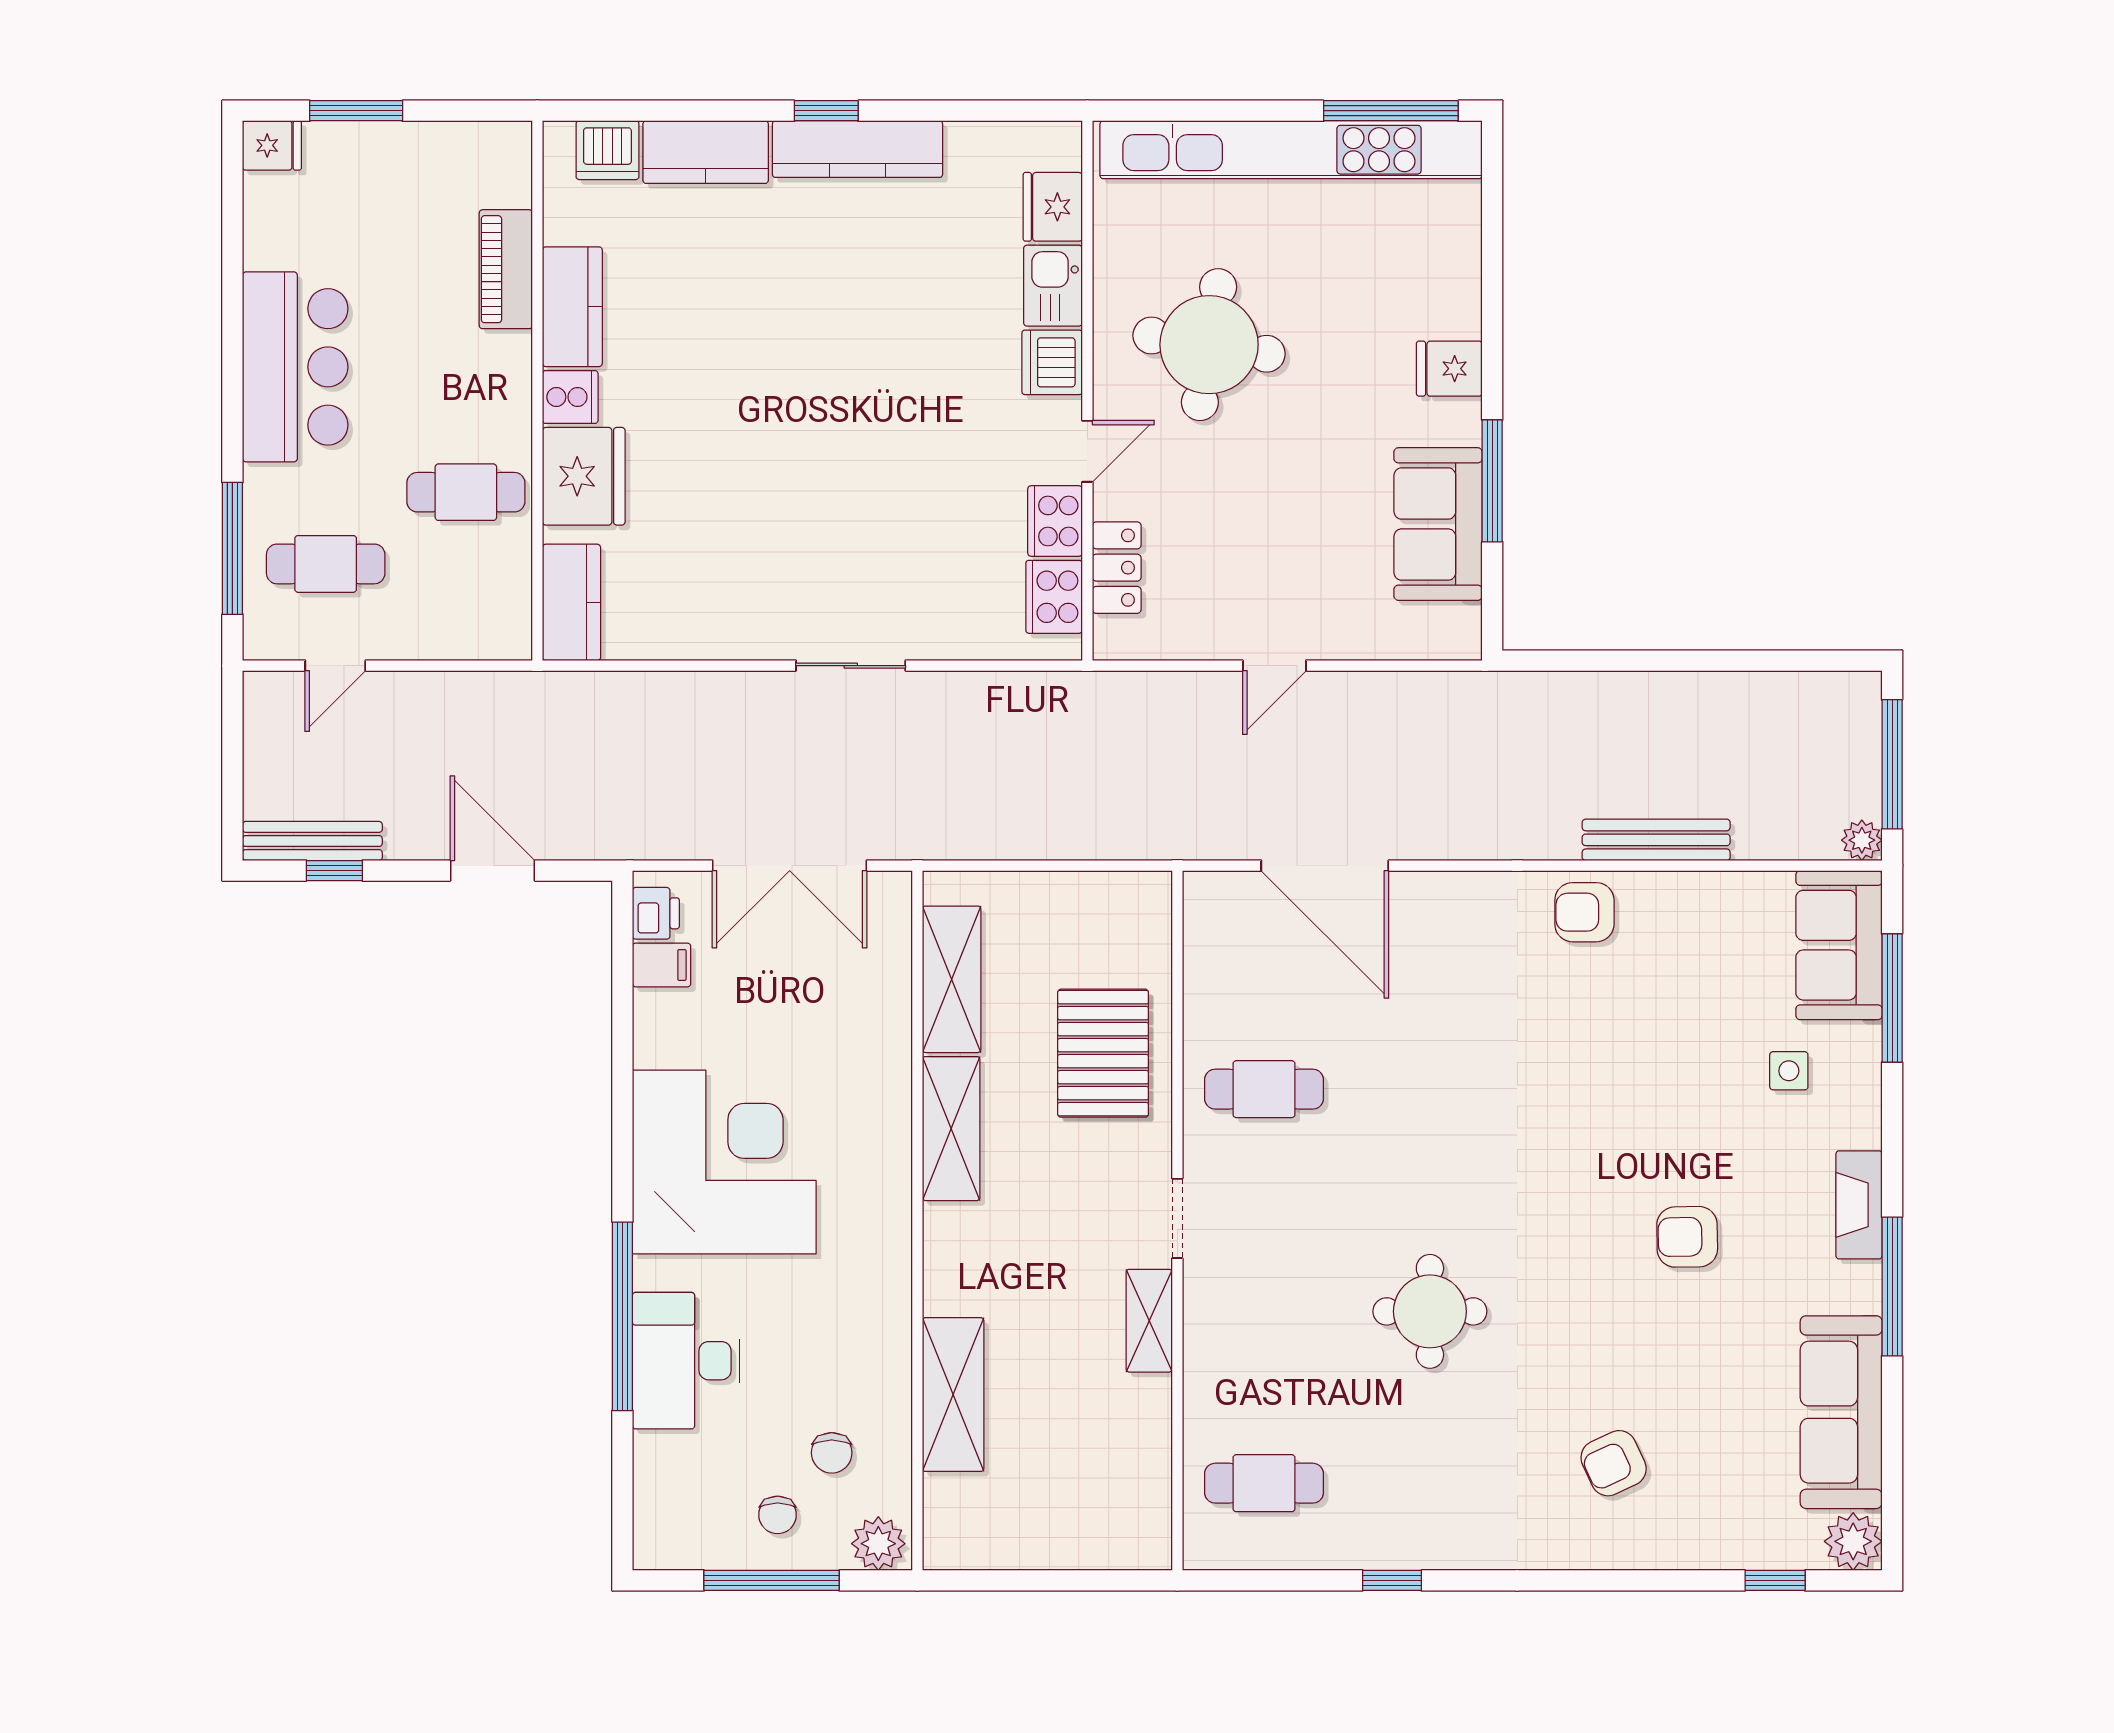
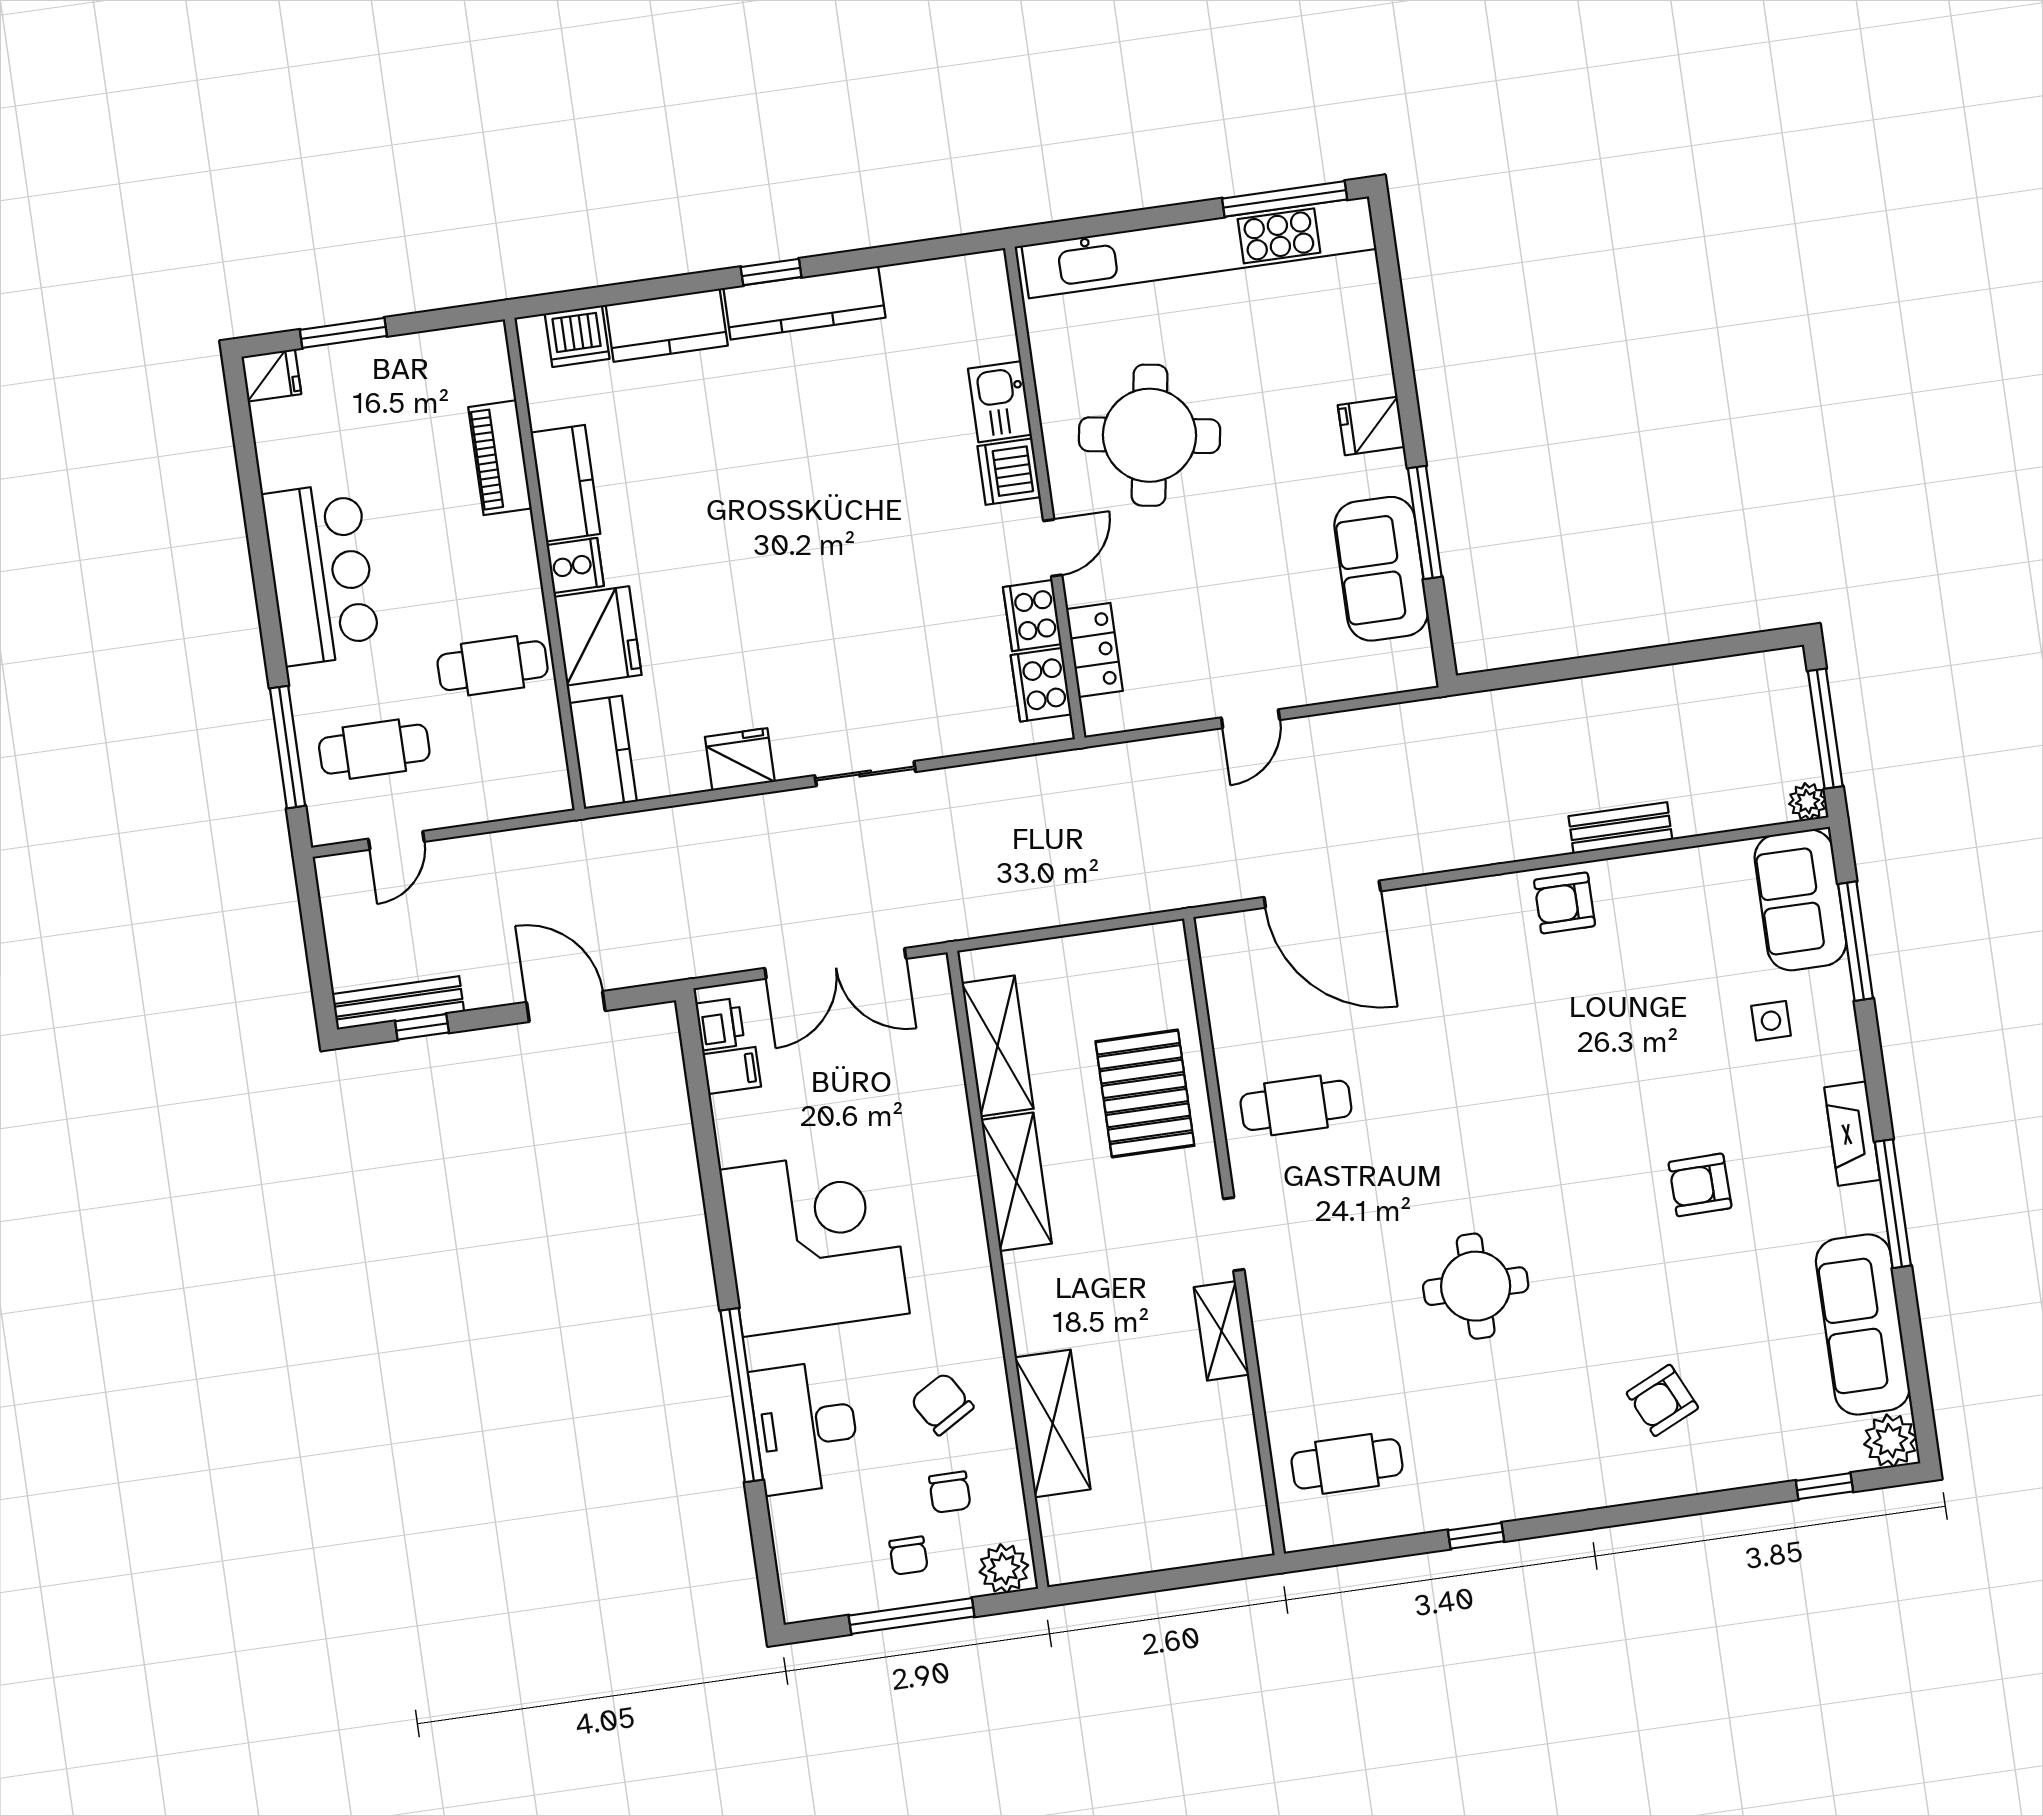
fridge: (1053, 207) -> (740, 759), moved, turned 90
bench: (1656, 840) -> (1620, 828), width x0.73
chair: (837, 1356) -> (942, 1404), added

